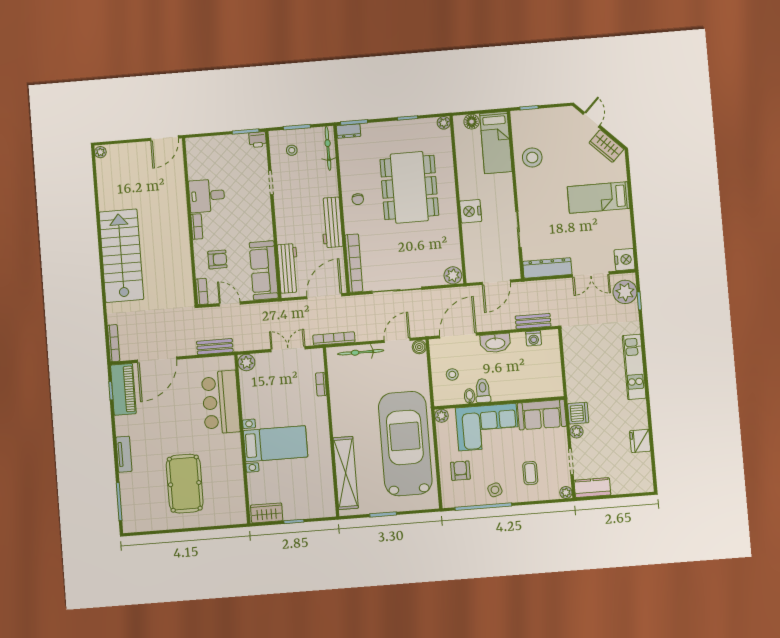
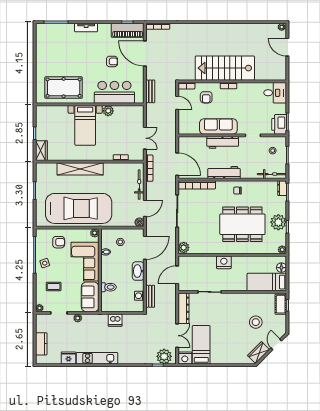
cot: (528, 118) -> (281, 304), added
door: (591, 120) -> (276, 344), swing flipped
plant: (402, 132) -> (278, 222), added
door: (165, 138) -> (287, 47), moved
printer: (258, 140) -> (279, 124), width x1.87, depth x1.48
stool: (532, 157) -> (256, 322), moved
desk: (207, 196) -> (275, 93), moved, turned 90
bed: (599, 198) -> (201, 345), moved
stairs: (121, 256) -> (225, 68), moved, turned 180
workbench: (288, 268) -> (223, 142), moved
sofa: (264, 270) -> (218, 127), moved
double door: (591, 275) -> (177, 336), swing flipped
door: (496, 282) -> (177, 275), hinge flipped
door: (230, 304) -> (177, 103), hinge flipped
door: (458, 335) -> (145, 248), hinge flipped
door: (397, 340) -> (145, 208), hinge flipped
plant: (246, 362) -> (108, 111), moved
kitchen unit: (634, 367) -> (97, 358), moved
toilet: (483, 391) -> (108, 287), moved
armchair: (173, 410) -> (112, 61), added
dishwasher: (578, 413) -> (115, 320), moved
shelving: (346, 473) -> (80, 169), moved
pool table: (185, 484) -> (64, 88), moved
kitchen counter: (592, 488) -> (41, 344), moved
wardrobe: (267, 513) -> (41, 151), moved

